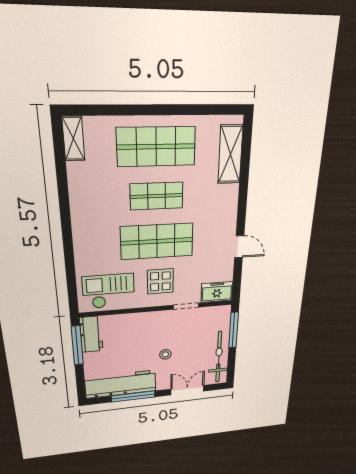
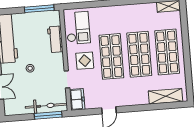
shop shelf: (157, 196) -> (139, 54), width x1.43, depth x1.36
workbench: (91, 334) -> (55, 39), moved, turned 90
bicycle: (219, 357) -> (46, 106), moved

